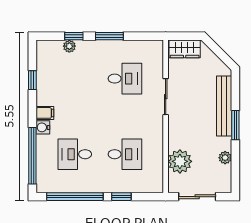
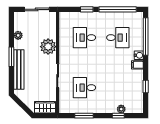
window: (109, 36) -> (84, 116), moved
plant: (180, 161) -> (48, 47), moved

